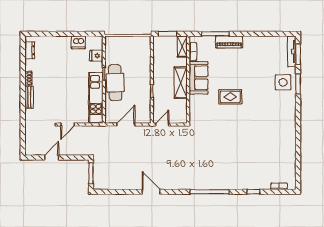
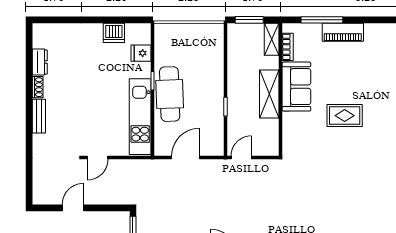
dresser: (30, 50) -> (40, 62), moved

